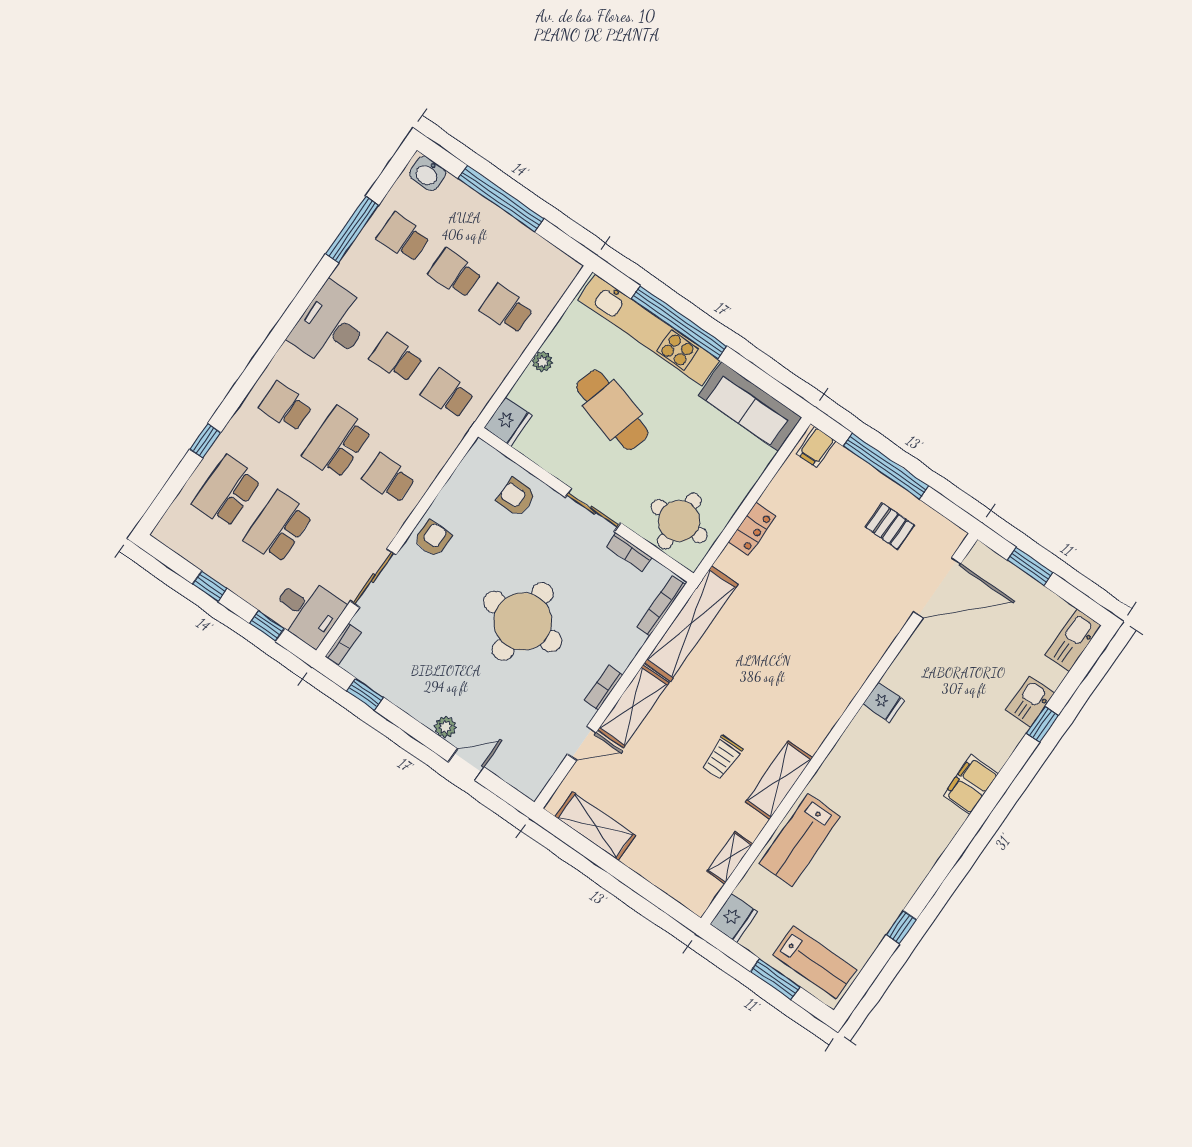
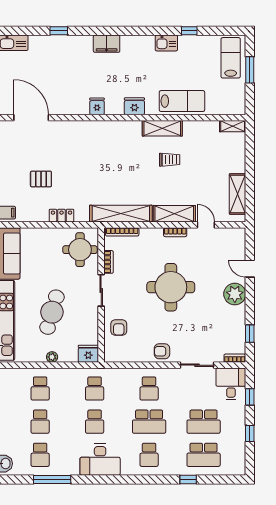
pallet: (890, 526) -> (41, 179), moved, turned 90
kitchen sink: (1030, 702) -> (166, 43), moved
plant: (445, 727) -> (235, 294), width x1.87, depth x1.87
shelving: (730, 858) -> (233, 126), moved
fridge: (734, 918) -> (134, 106), moved

